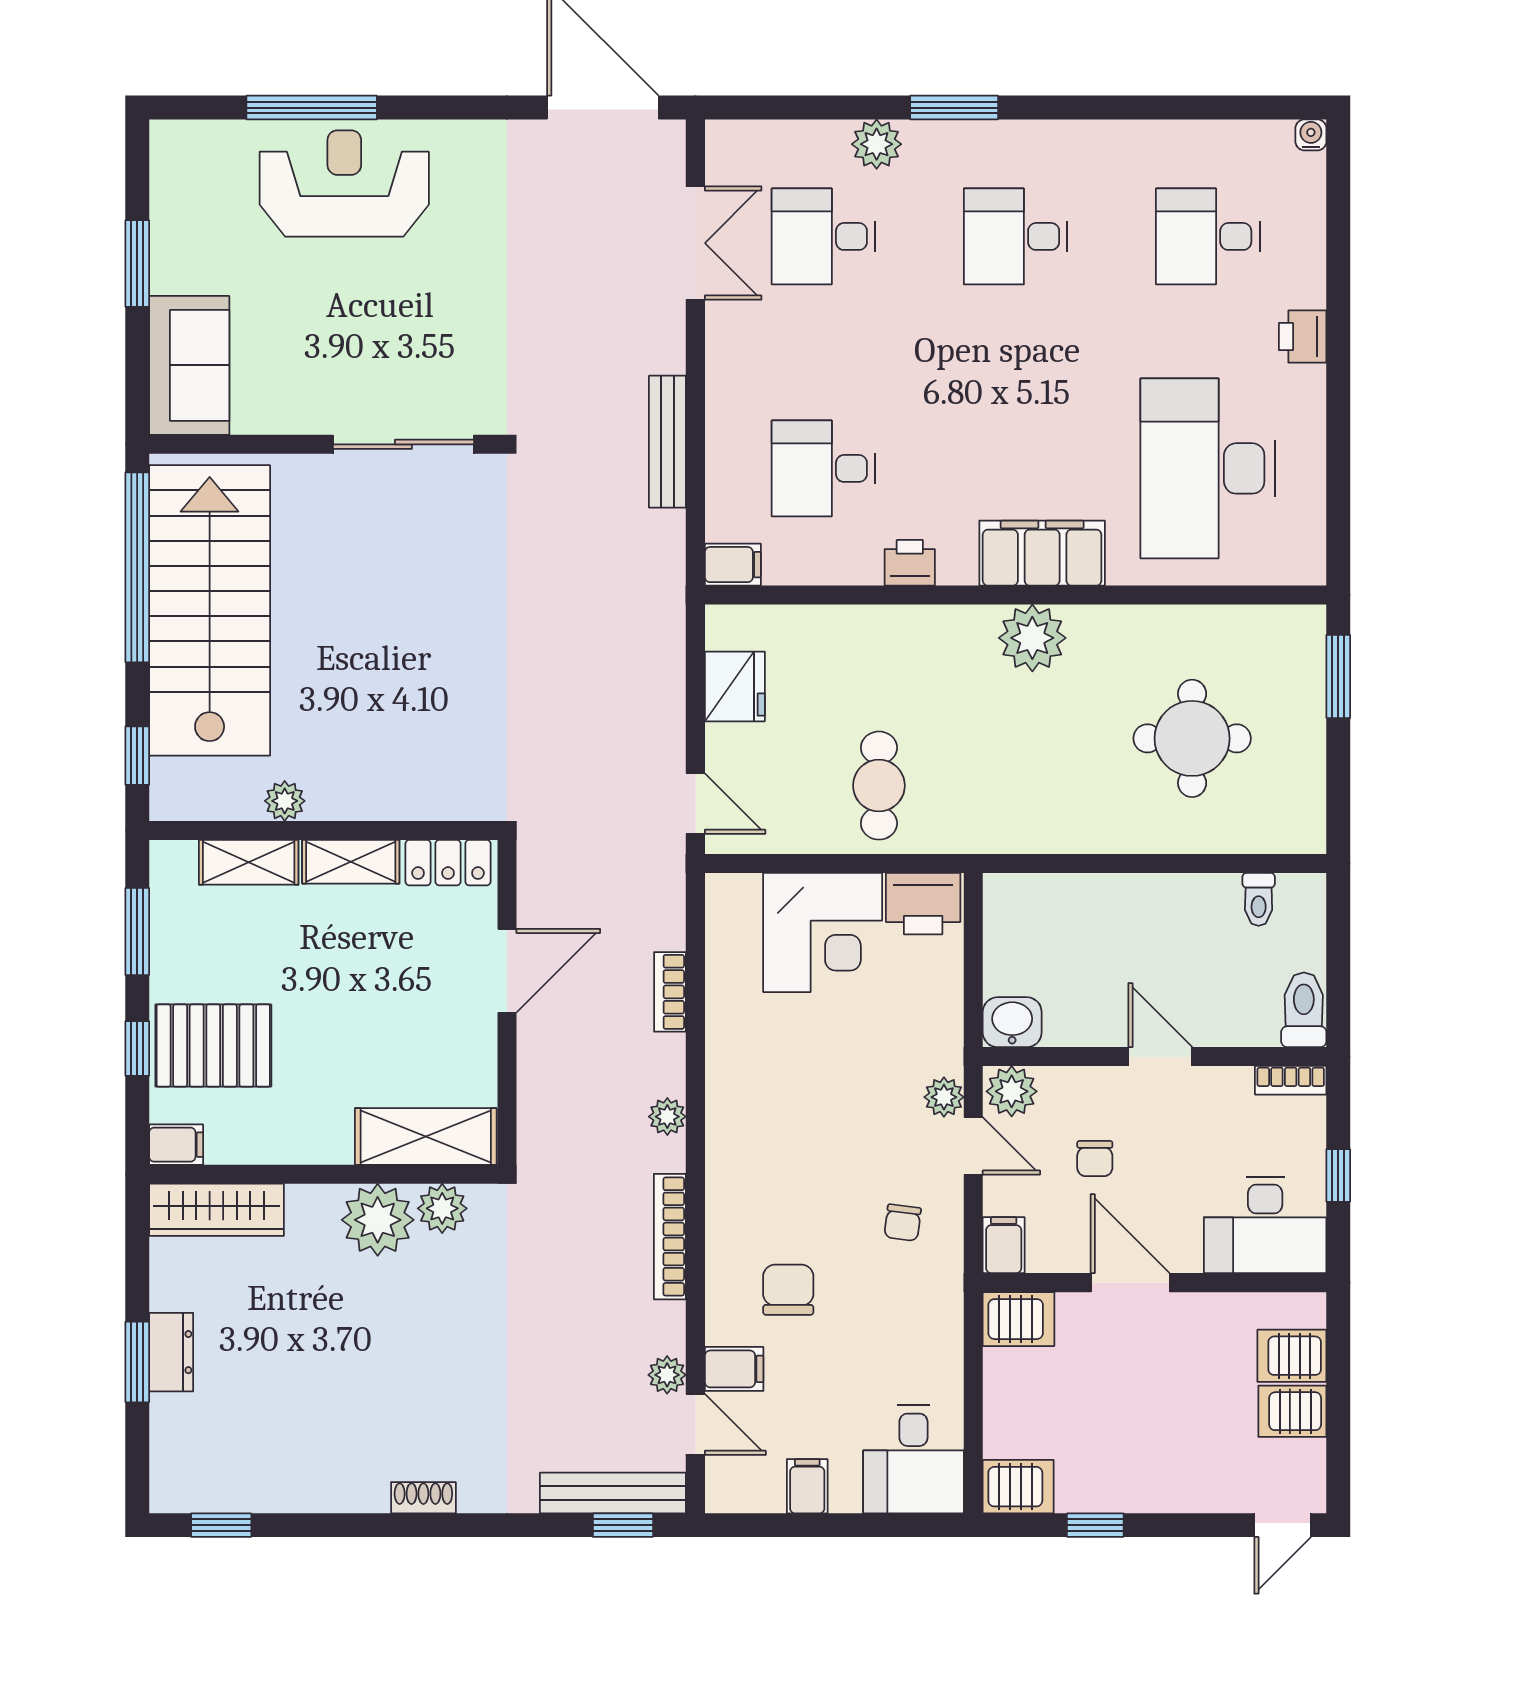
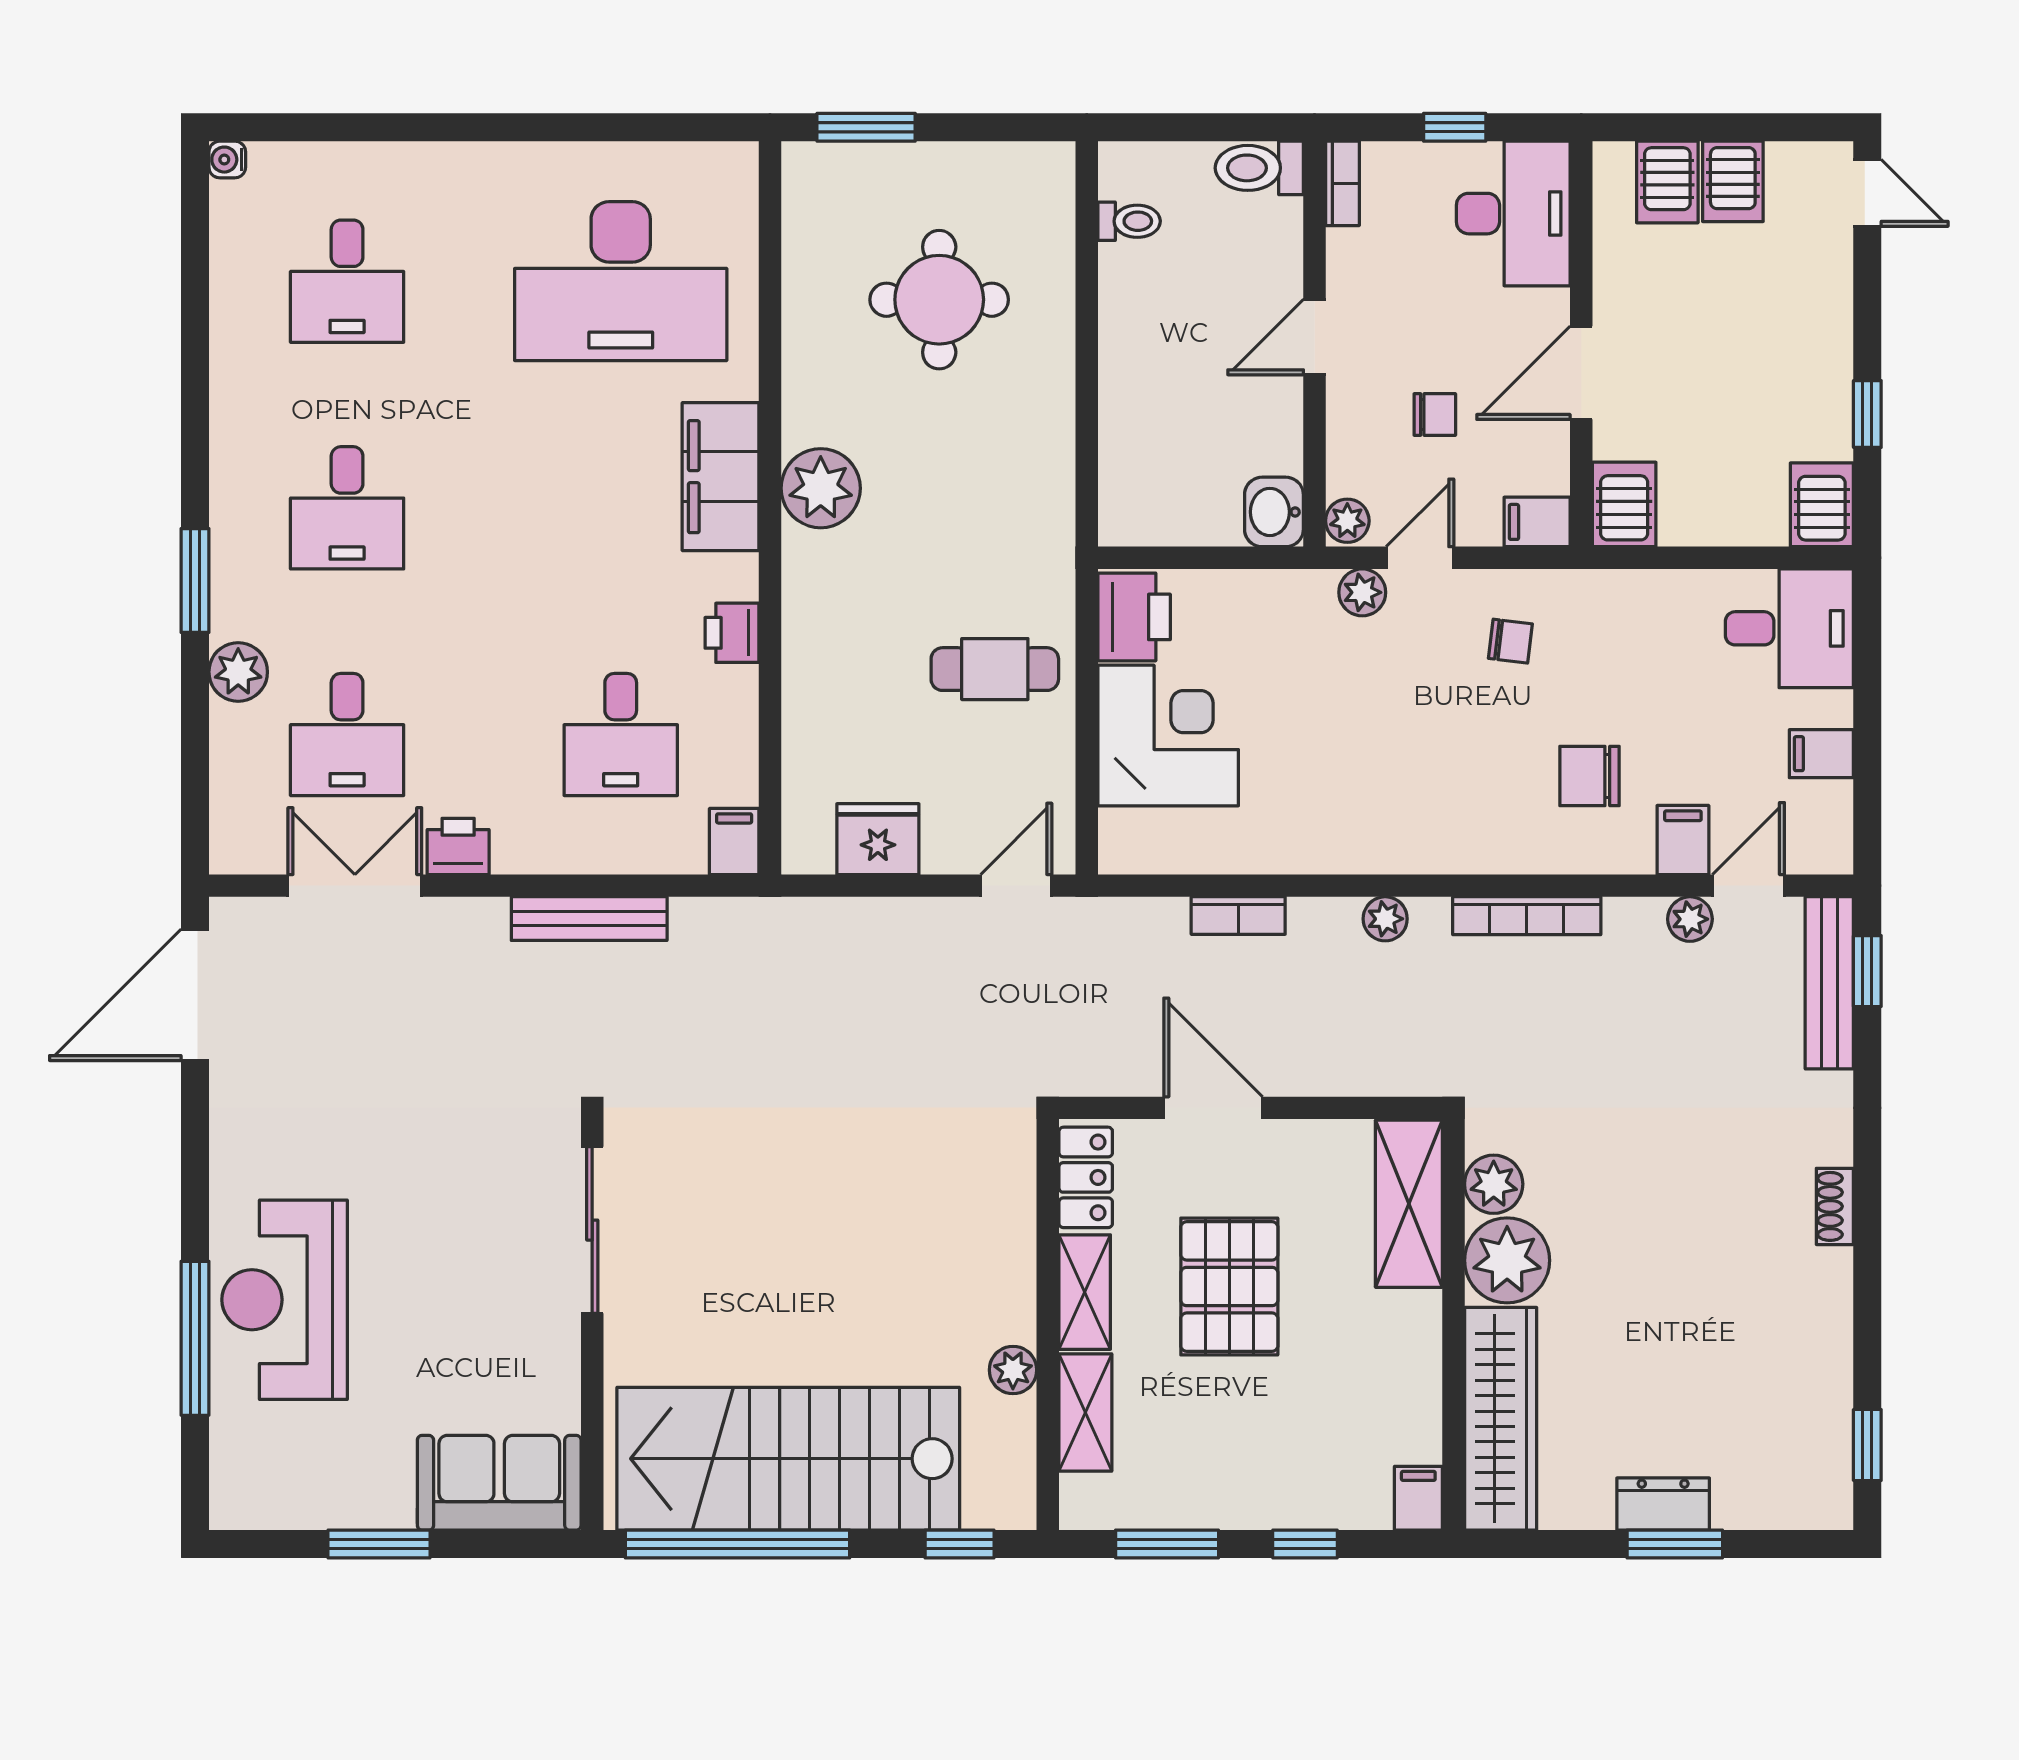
printer: (1303, 337) -> (458, 846), moved, turned 180
pallet: (213, 1046) -> (1229, 1286), moved
plant: (1012, 1091) -> (1347, 521), width x0.73, depth x0.73
wardrobe: (216, 1210) -> (1501, 1419), width x1.40, depth x1.17

